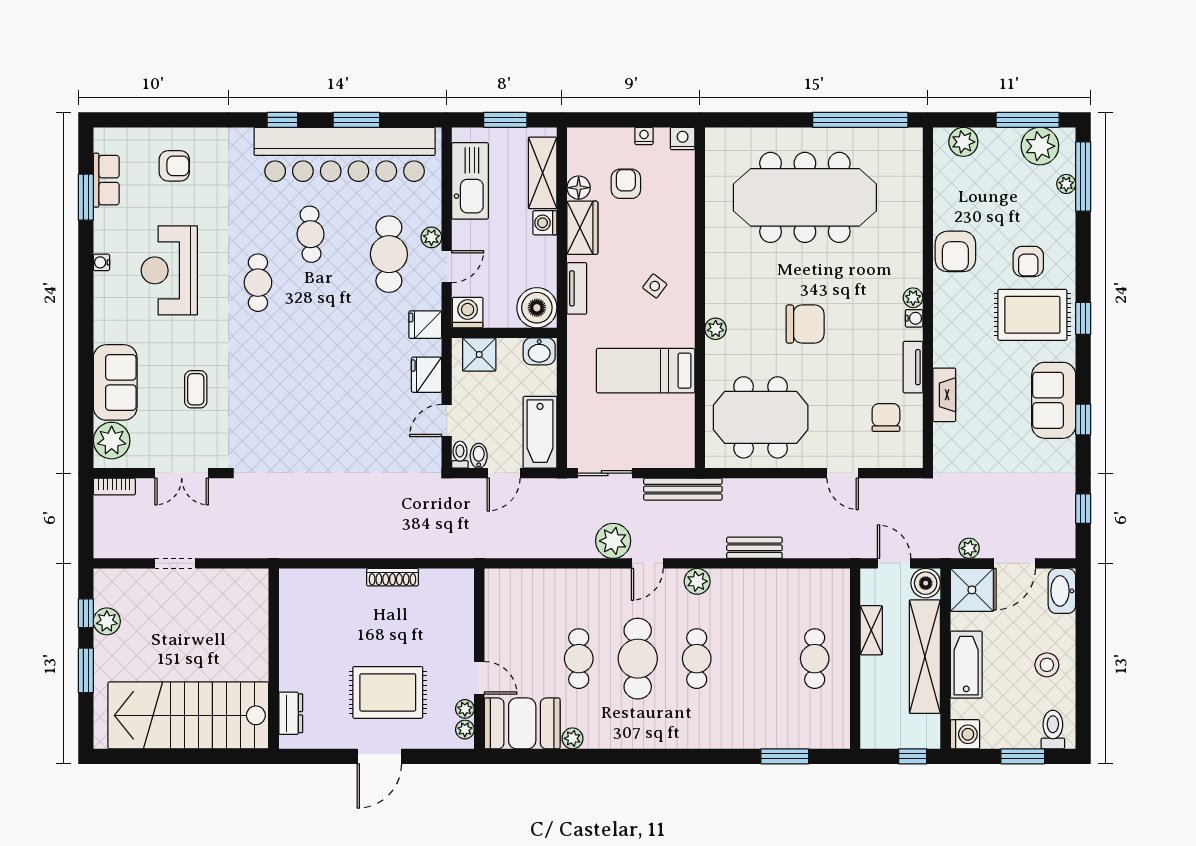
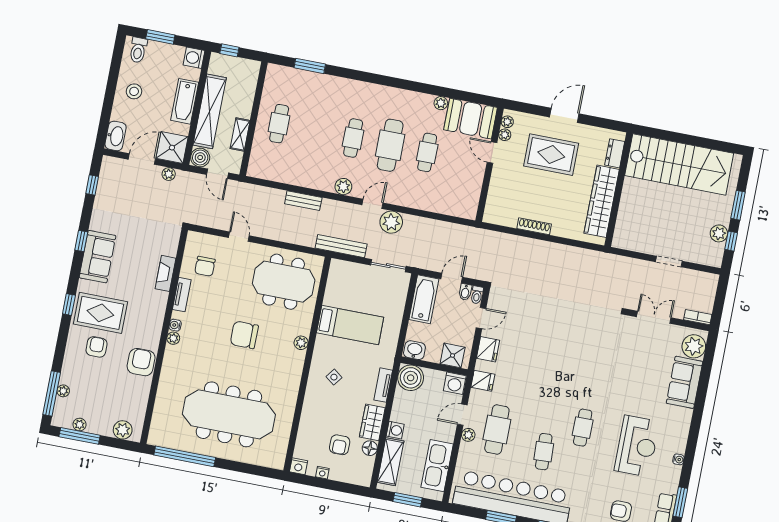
plant: (1040, 146) -> (80, 424), width x0.53, depth x0.53
coffee table: (196, 389) -> (635, 368), removed
wardrobe: (296, 636) -> (602, 201), added

